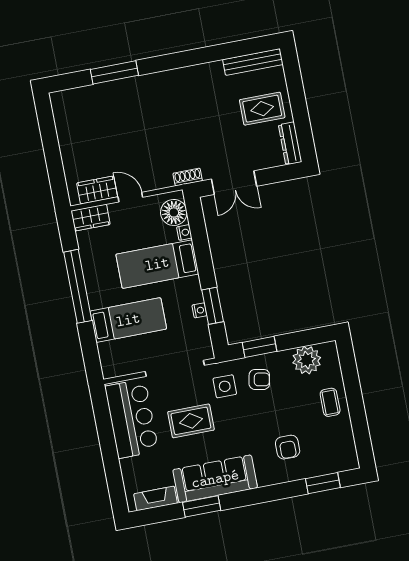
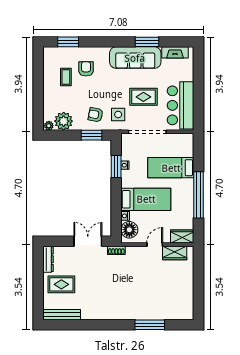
door: (130, 197) -> (155, 245), swing flipped
plant: (328, 349) -> (49, 126), added
coffee table: (330, 402) -> (66, 77), moved

